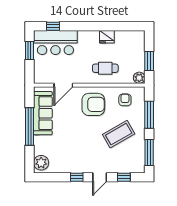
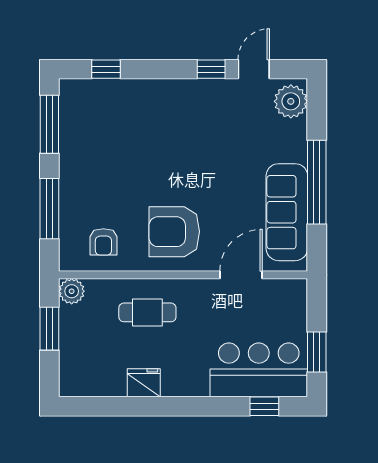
coffee table: (119, 134) -> (118, 165), removed
door: (100, 177) -> (254, 69), moved

